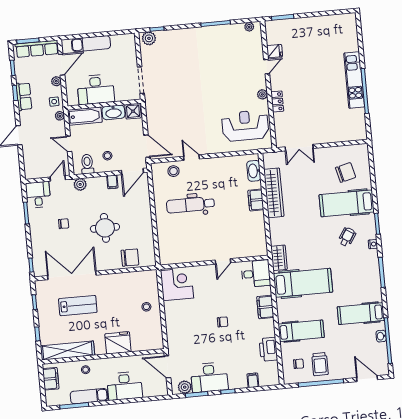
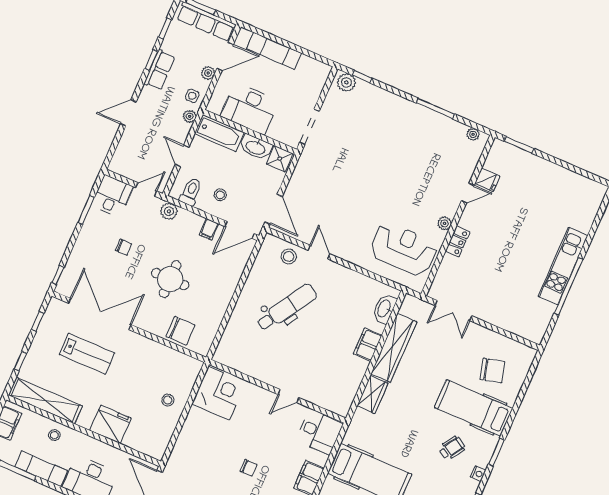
dental chair: (190, 205) -> (287, 308), turned 122
wardrobe: (279, 258) -> (372, 394), moved

